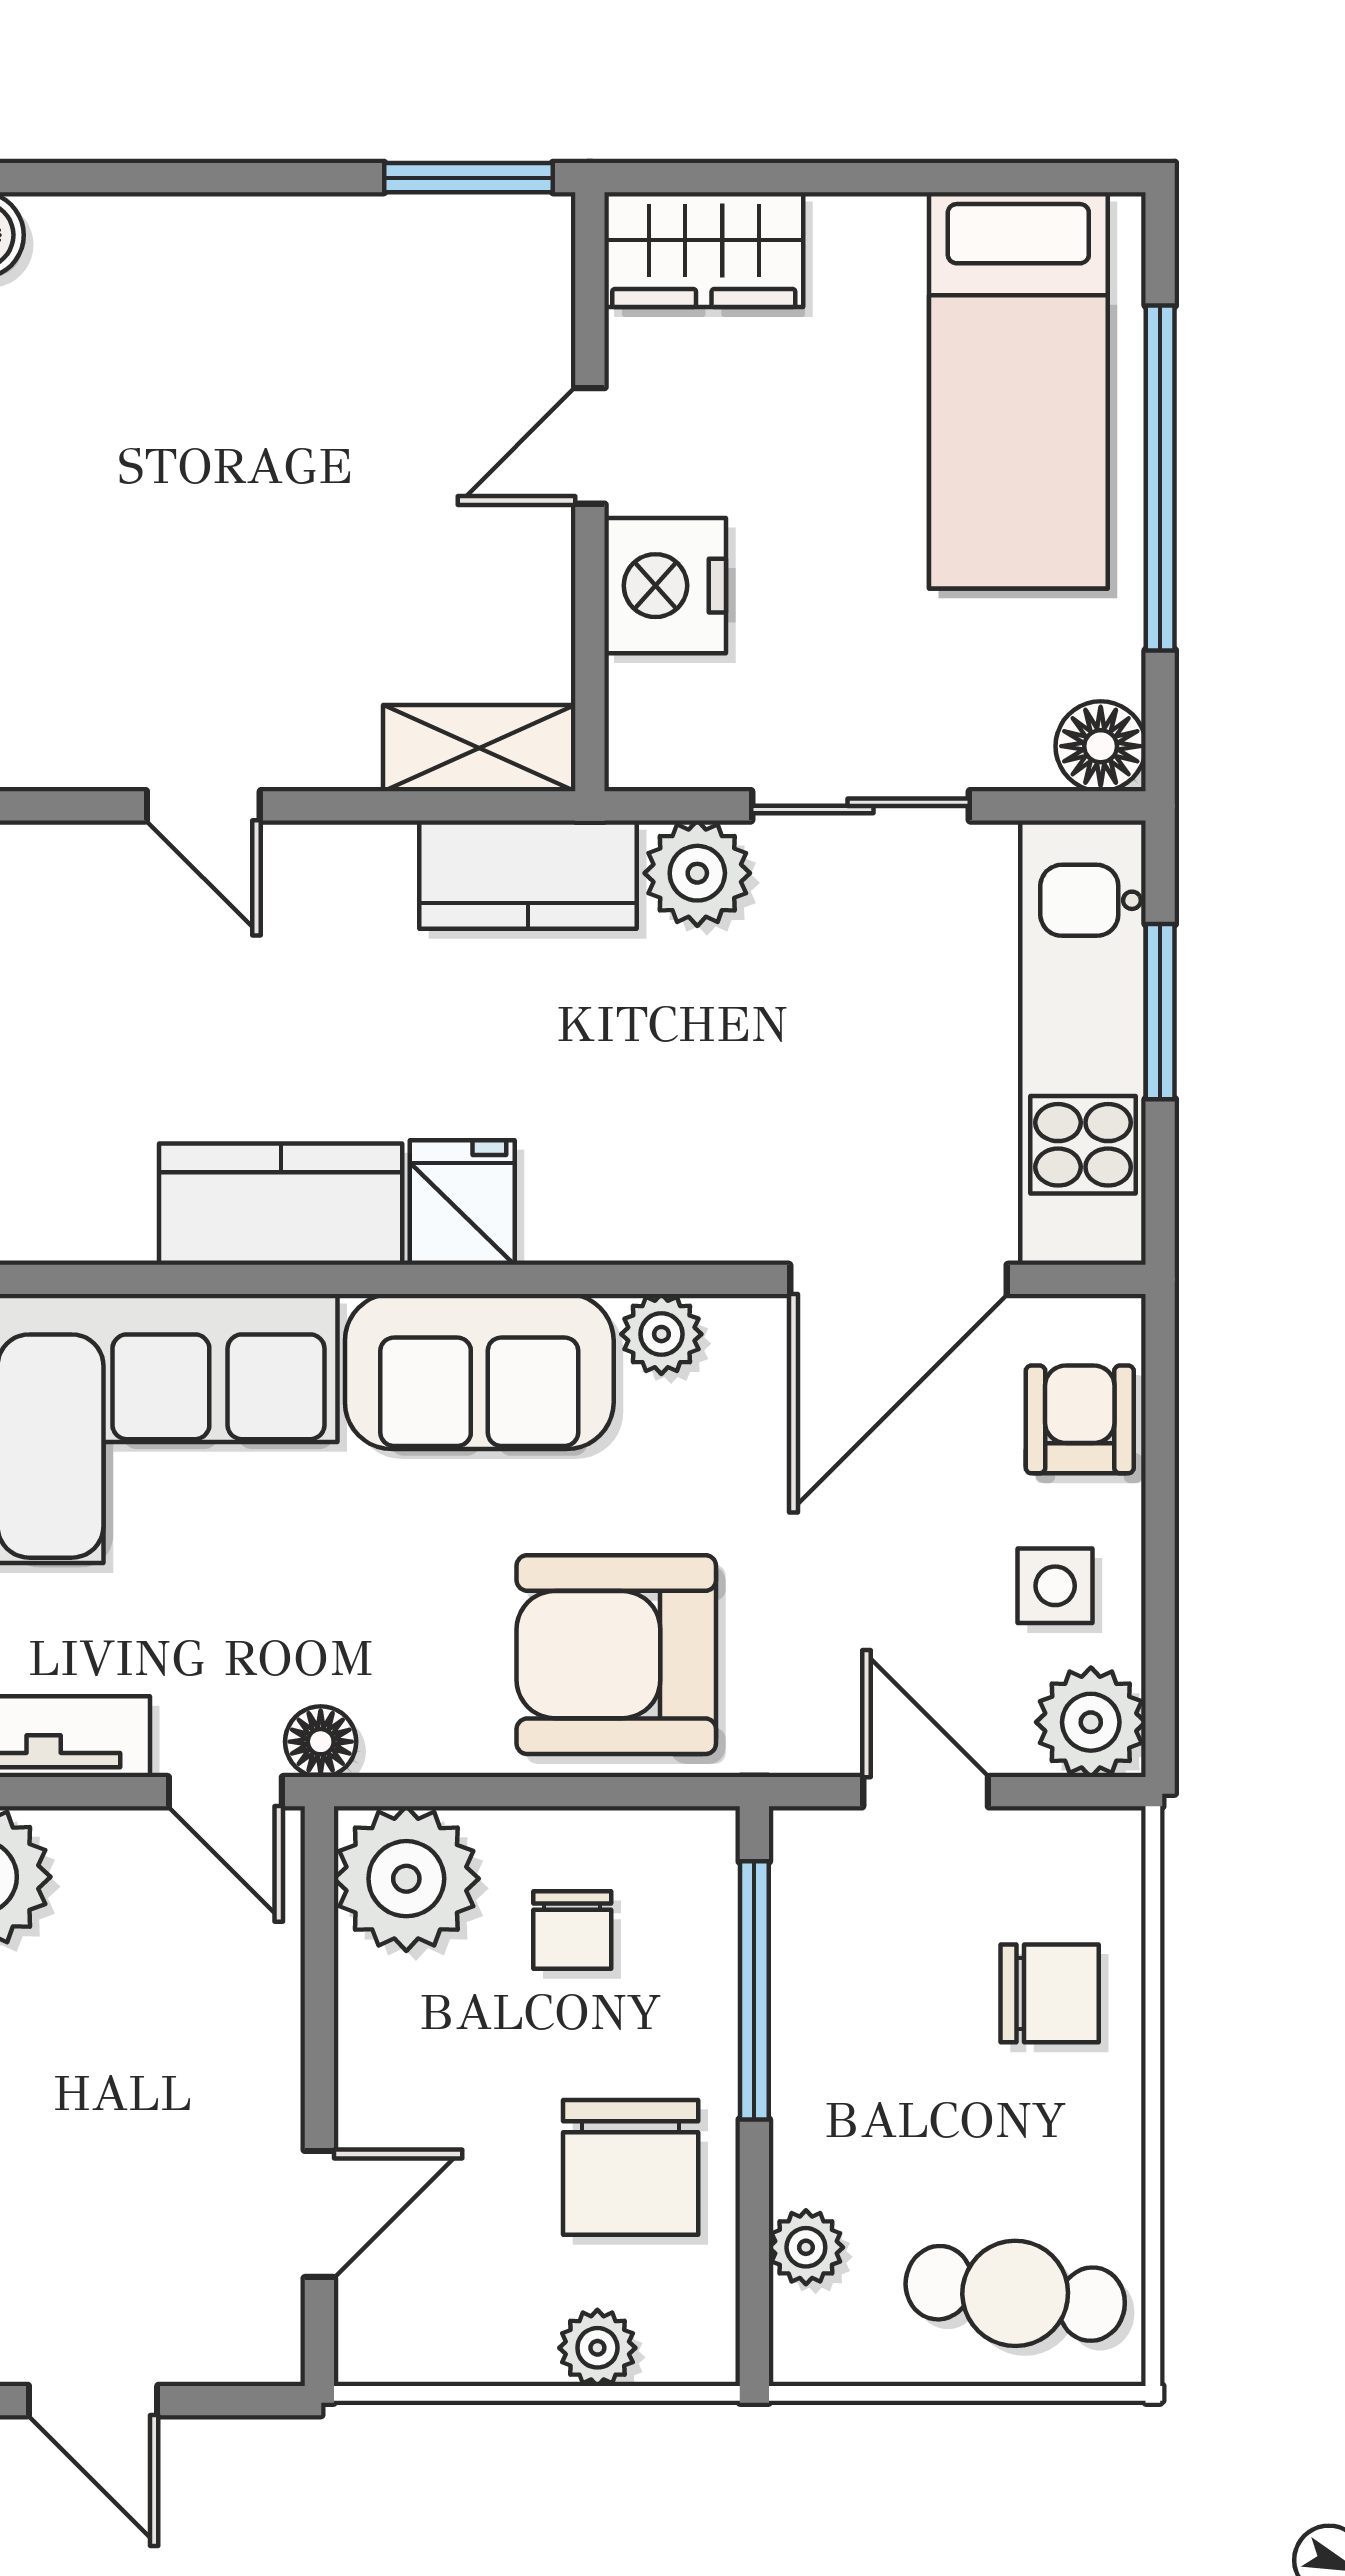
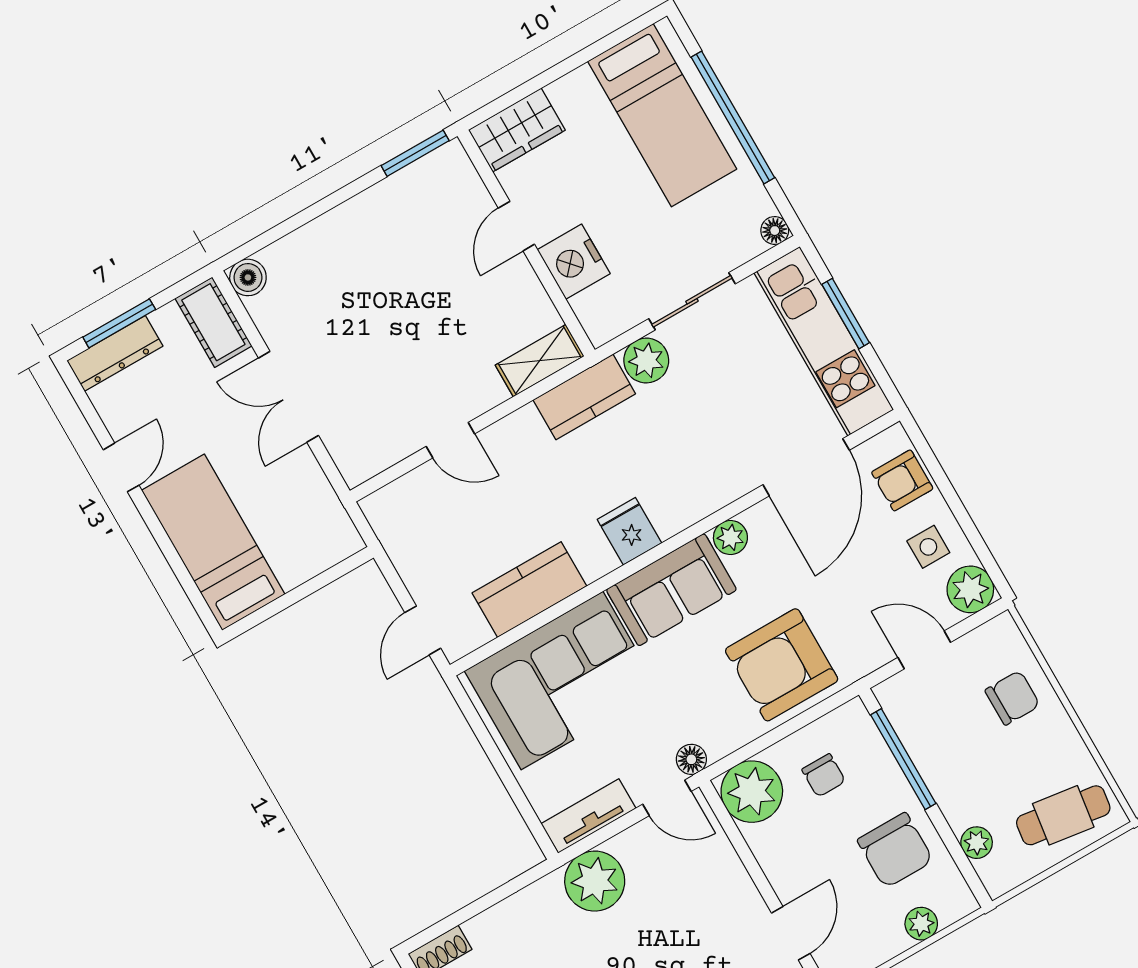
floor lamp: (1101, 746) -> (775, 231), width x0.73, depth x0.73
kitchen counter: (281, 1204) -> (529, 590), moved
armchair: (1080, 1419) -> (902, 480), turned -90

